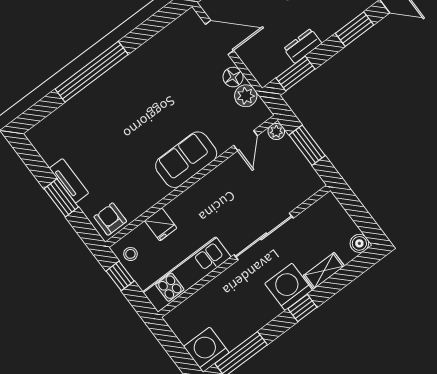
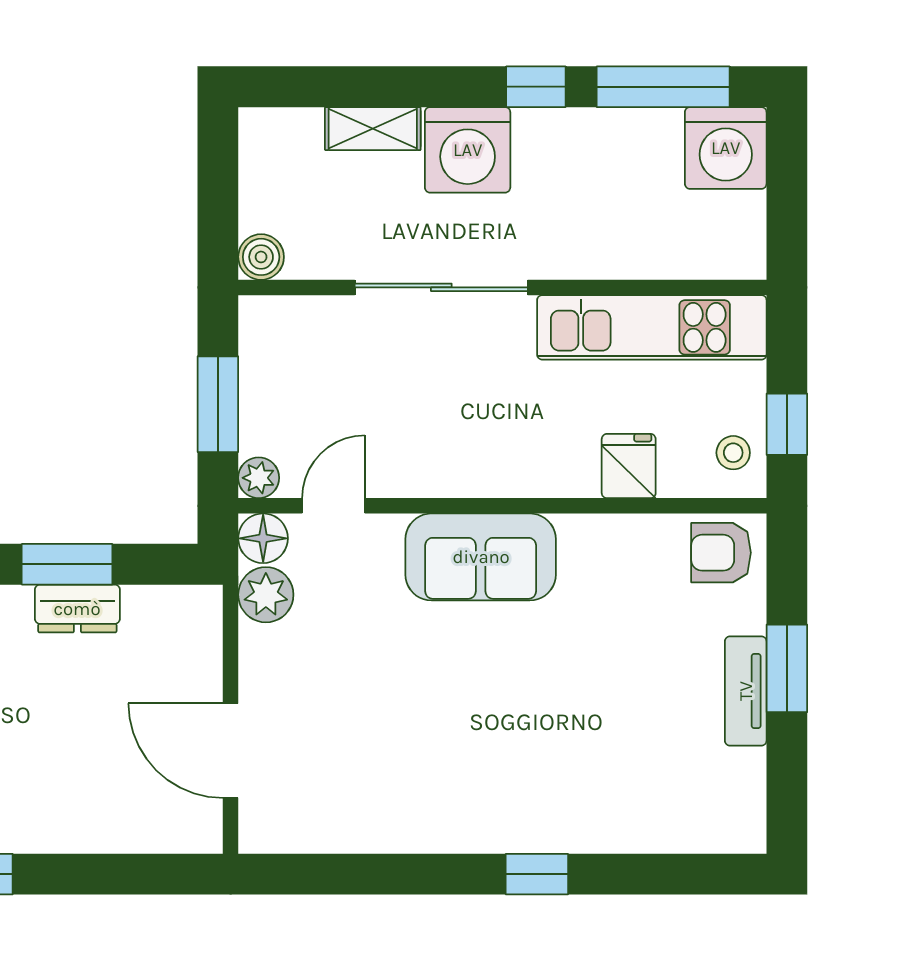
window: (92, 72) -> (537, 874), width x0.32
window: (296, 74) -> (67, 564), moved
floor lamp: (233, 77) -> (263, 538), moved
armchair: (110, 219) -> (721, 553), turned 90
boiler: (359, 243) -> (261, 257), moved
window: (302, 308) -> (536, 87), moved

